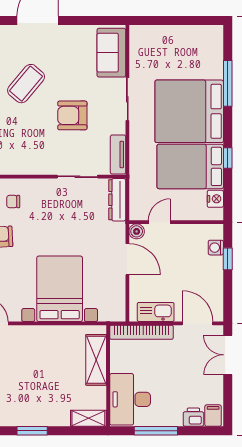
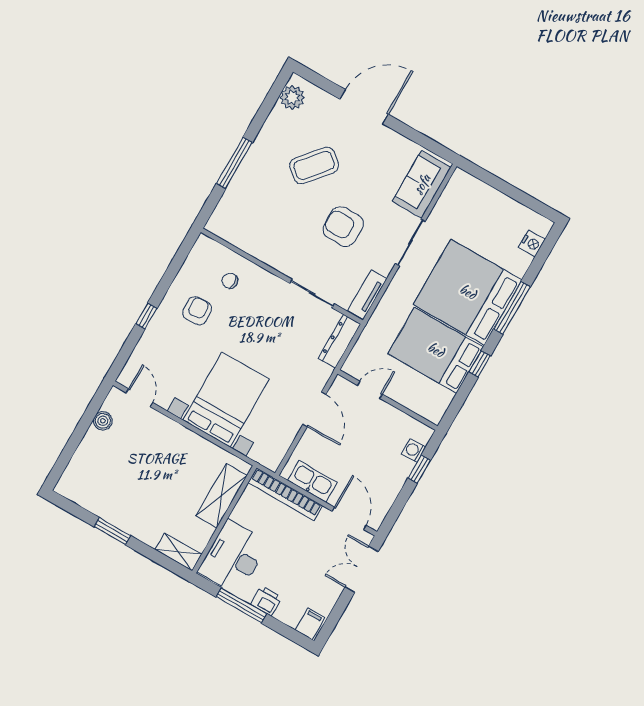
window: (228, 83) -> (512, 308), moved
nightstand: (215, 199) -> (532, 243), moved
boiler: (137, 231) -> (341, 386), removed
printer: (193, 417) -> (266, 601), moved

